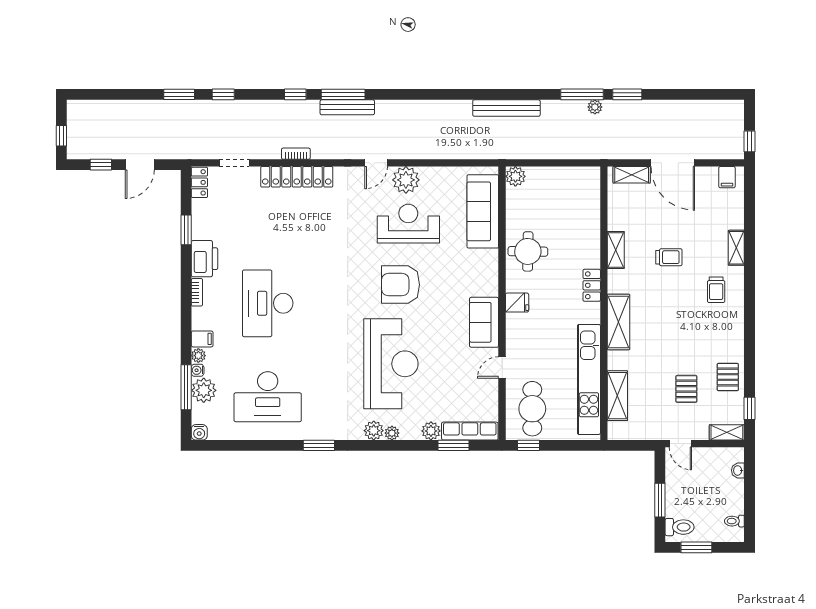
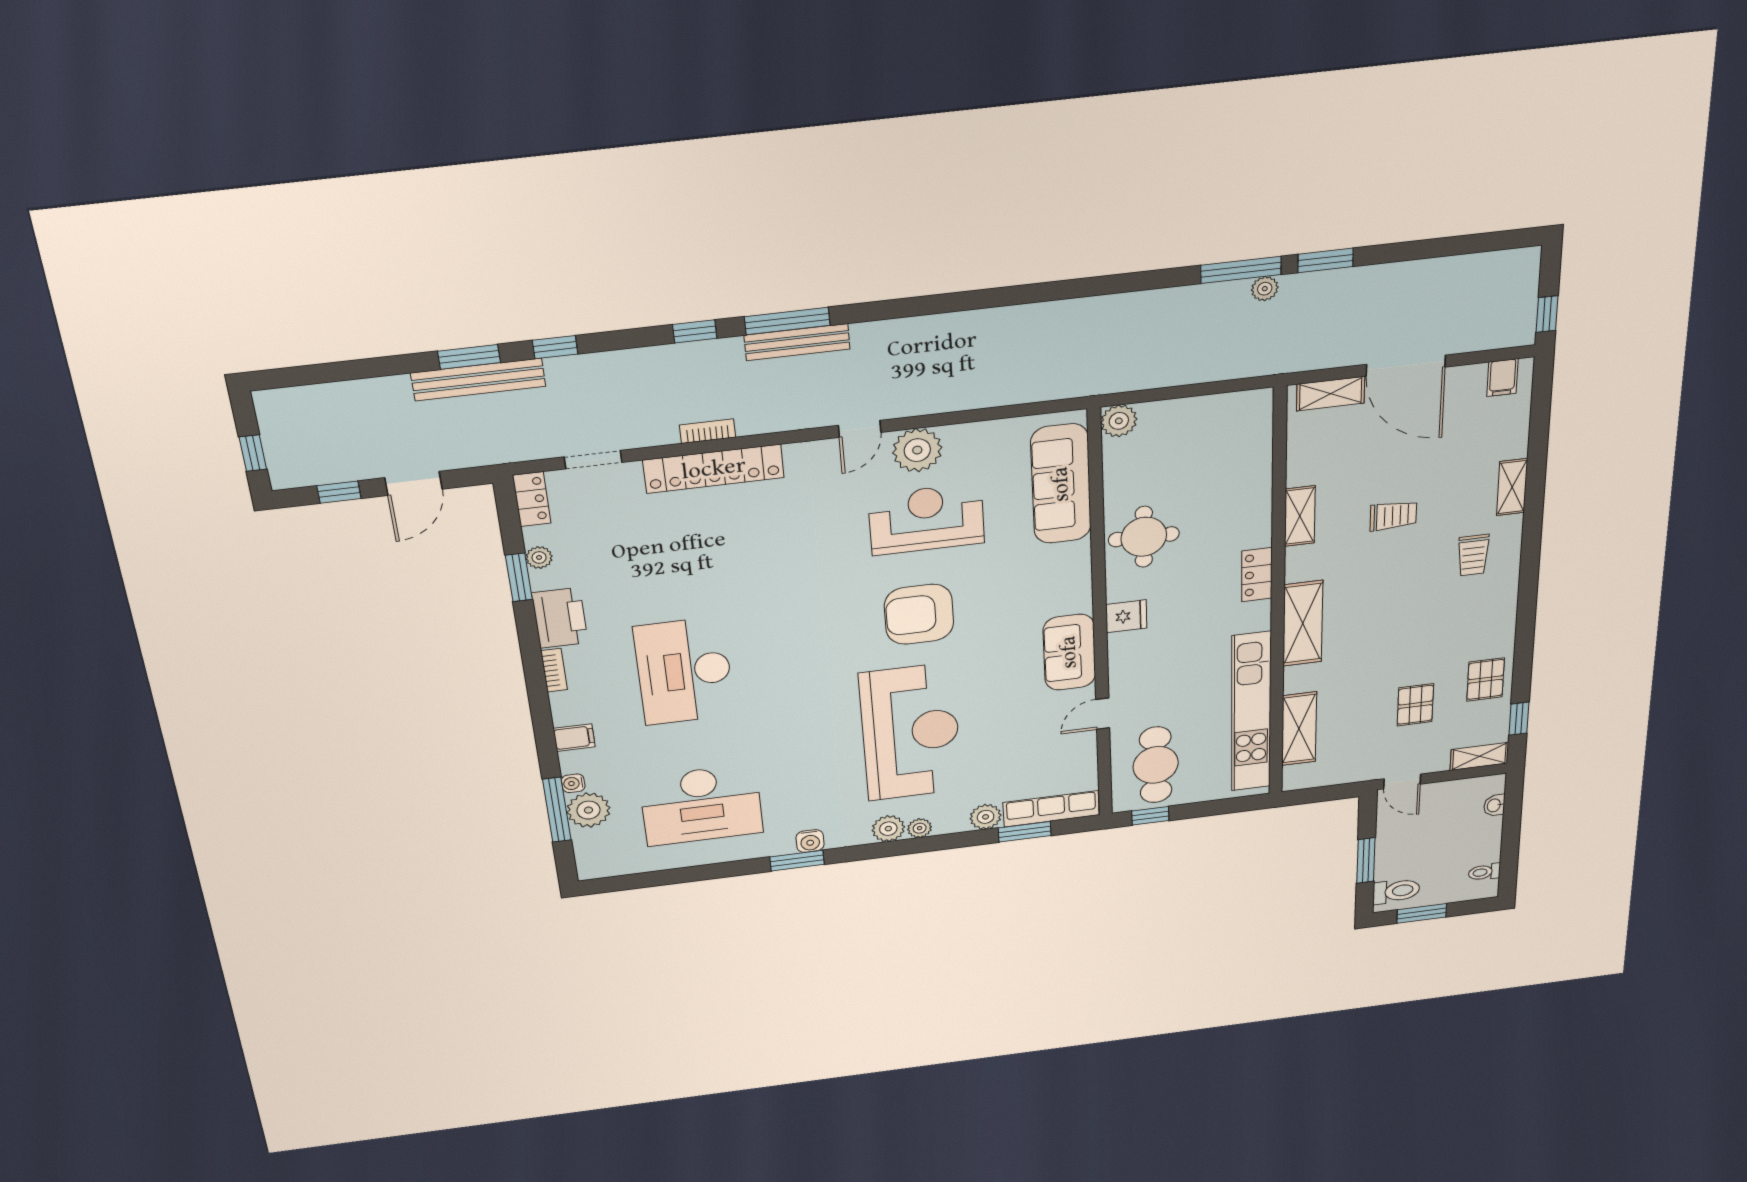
bench: (506, 108) -> (478, 380), moved
plant: (198, 356) -> (539, 557), moved
water cooler: (199, 432) -> (810, 841), moved

